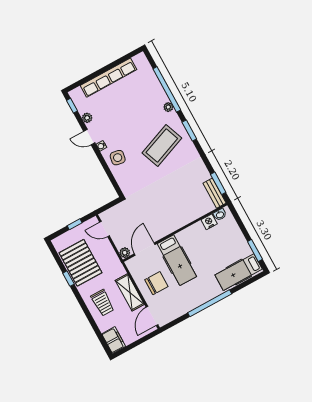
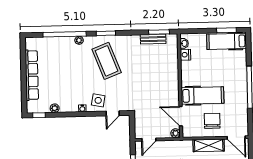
door: (89, 137) -> (113, 113), moved
bench: (215, 193) -> (153, 39), moved
hospital bed: (239, 272) -> (227, 41), moved, turned 90

